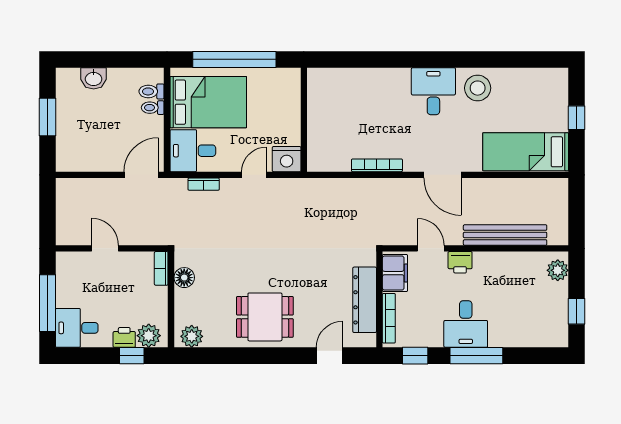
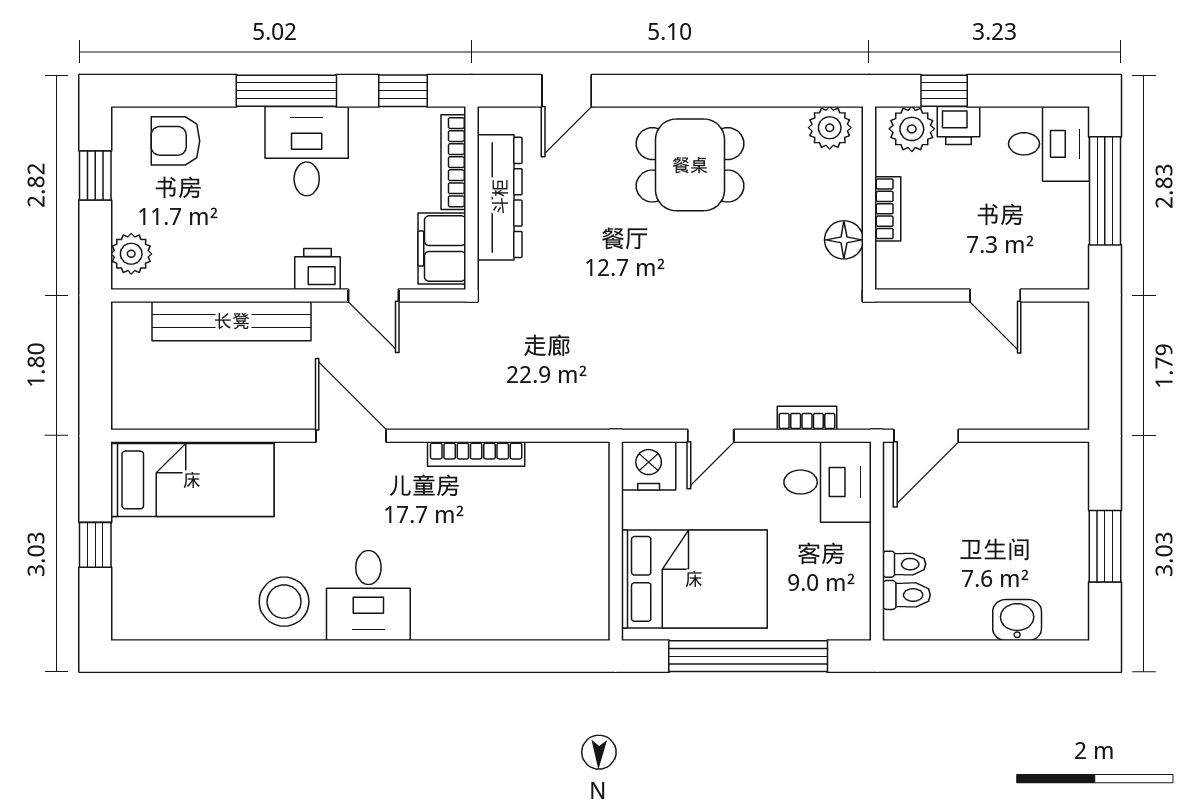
bed: (208, 102) -> (694, 579), moved, turned 180
bookcase: (161, 268) -> (888, 209), moved
armchair: (534, 329) -> (175, 141), added

